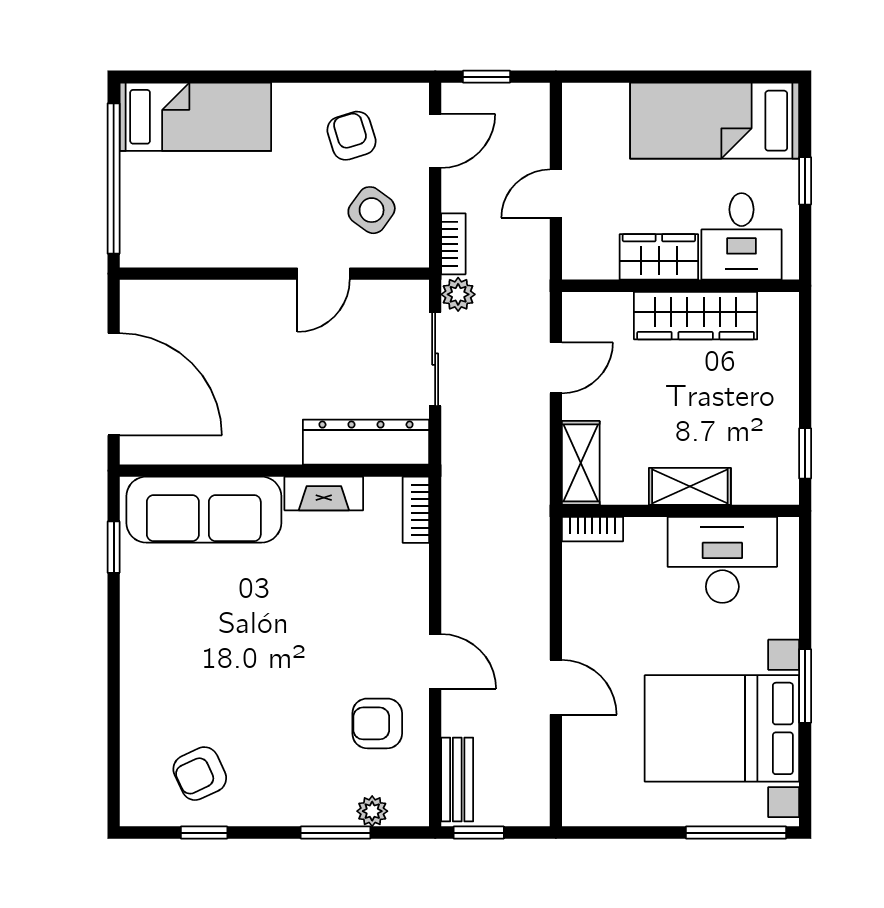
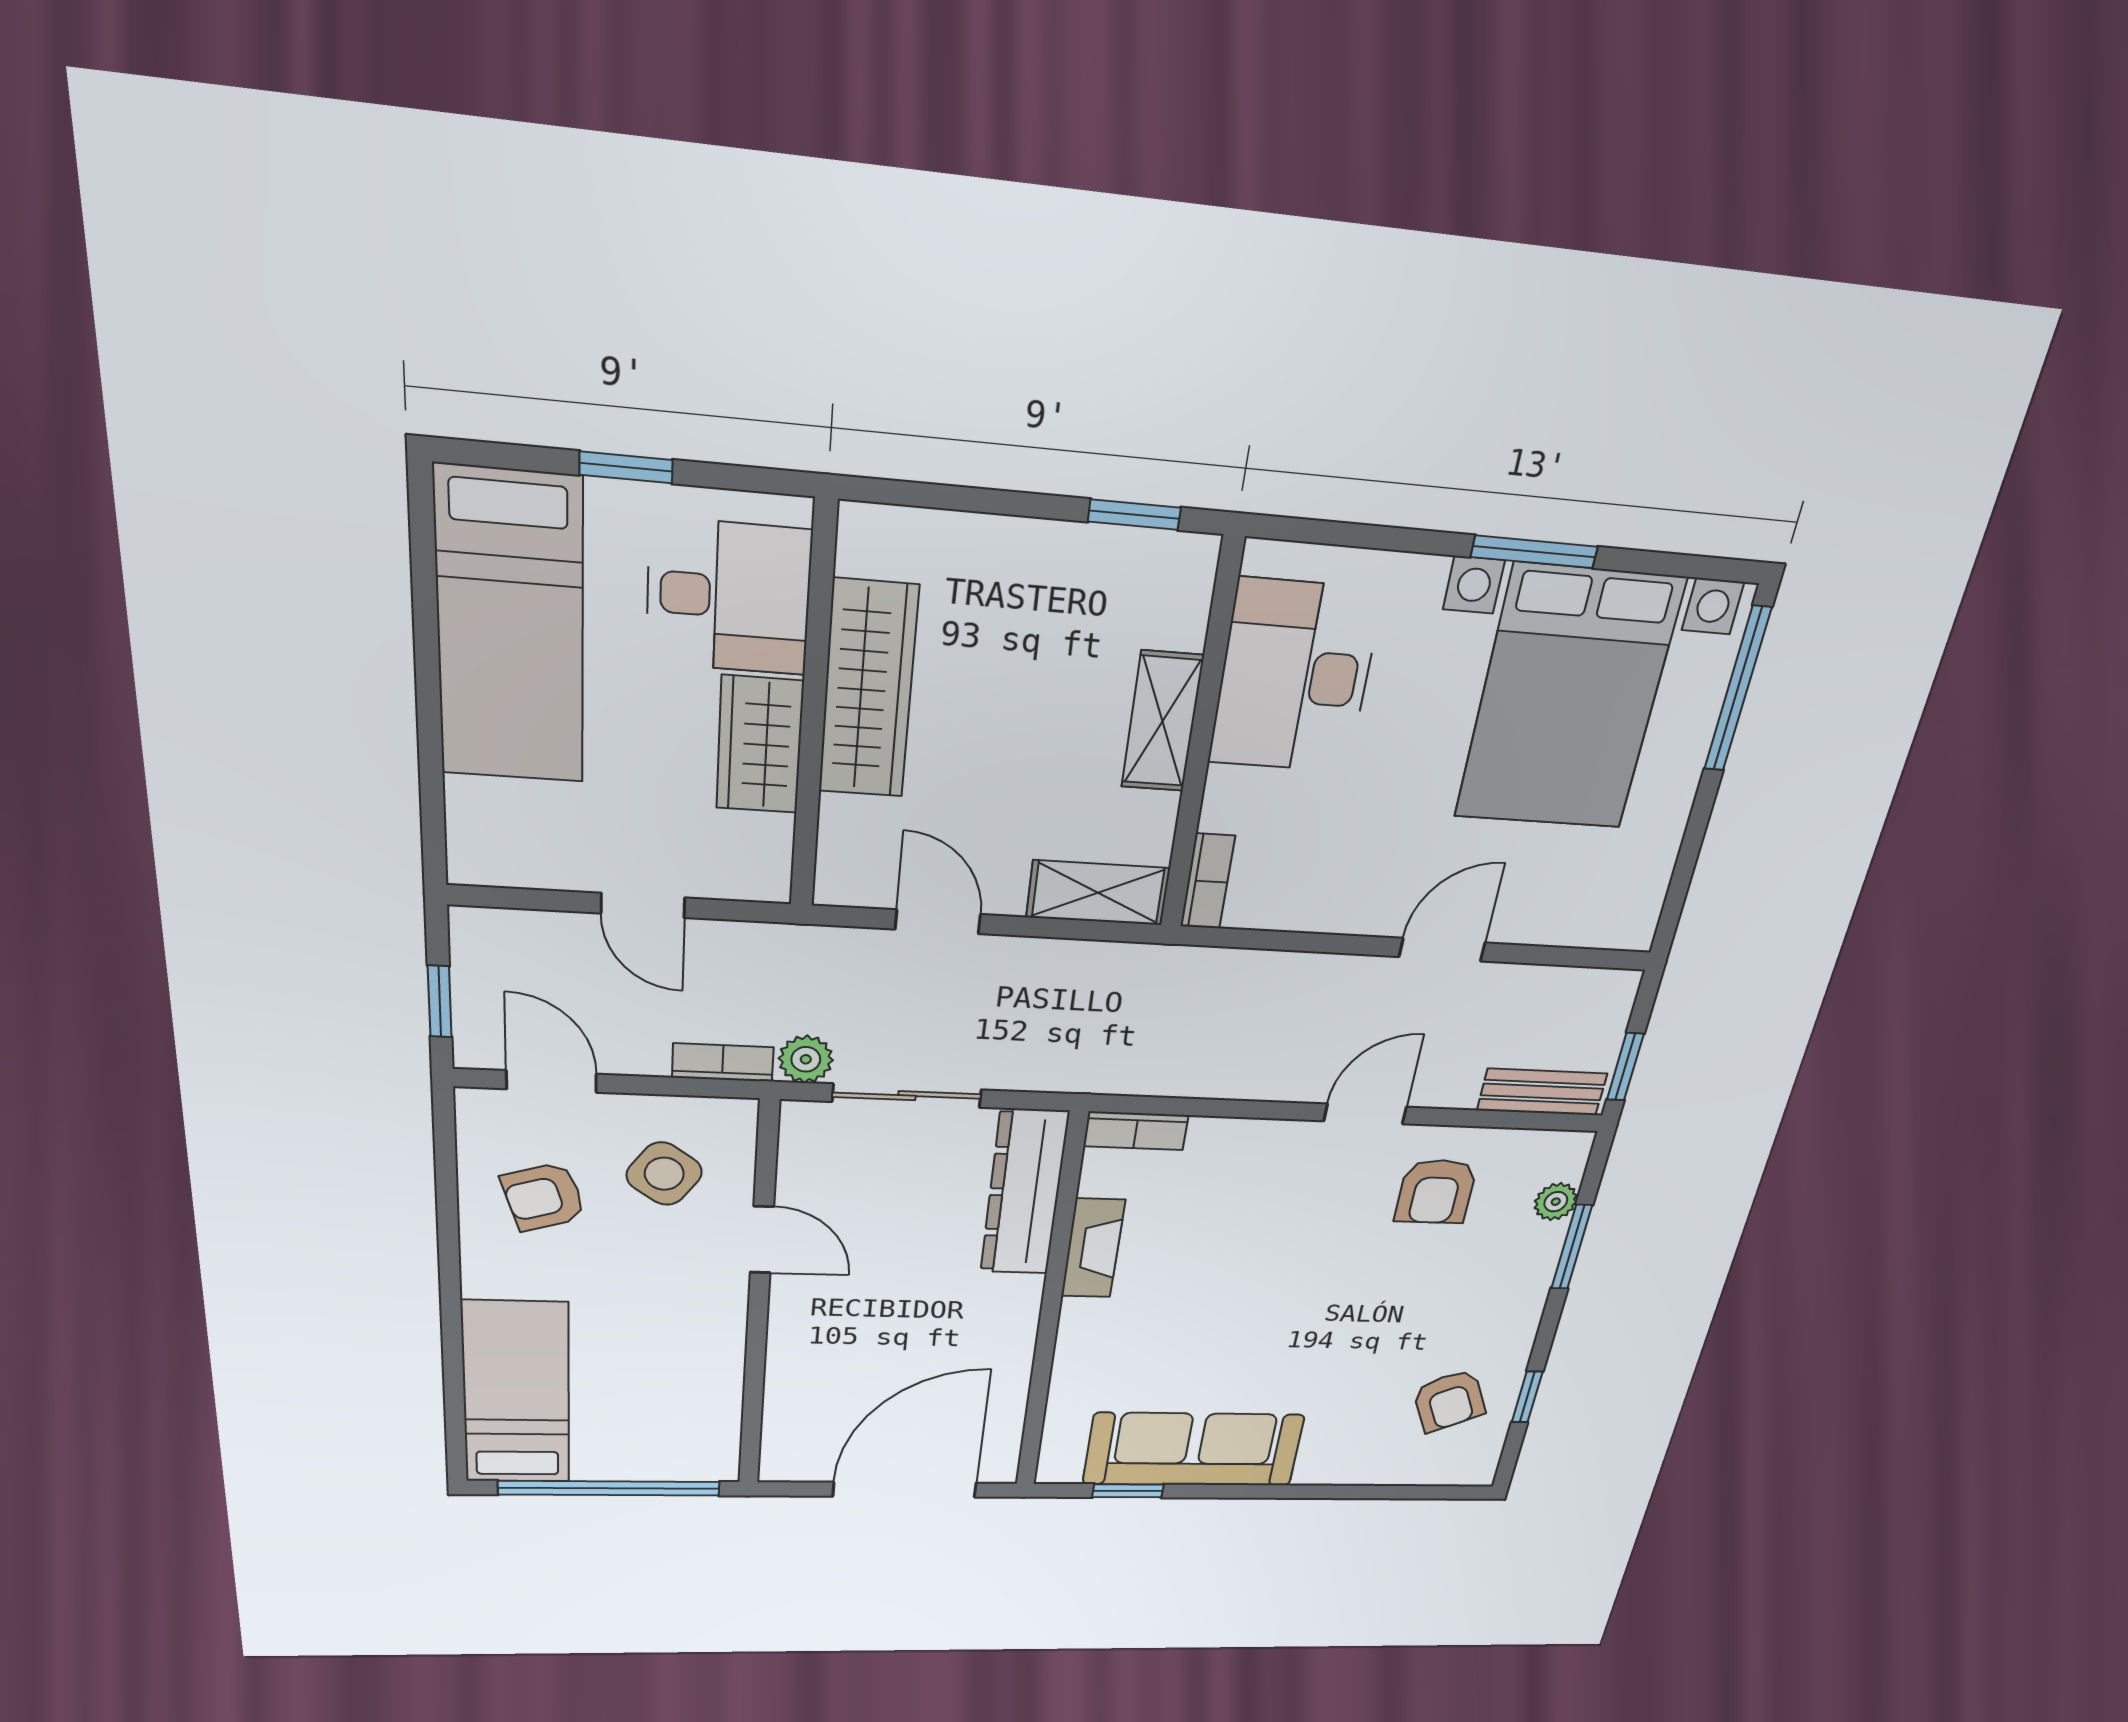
sofa: (204, 510) -> (1194, 1449), moved, turned -90

